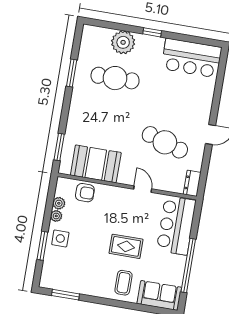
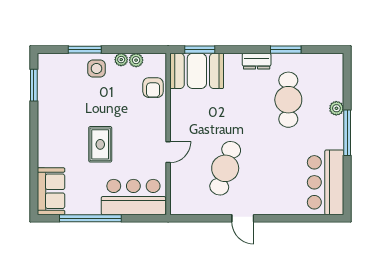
window: (152, 32) -> (347, 133), width x2.17
plant: (123, 42) -> (336, 108), width x0.53, depth x0.53
booth: (96, 164) -> (197, 71), moved, turned 90
dresser: (192, 183) -> (257, 61), moved, turned 180
coffee table: (124, 283) -> (59, 148), removed

